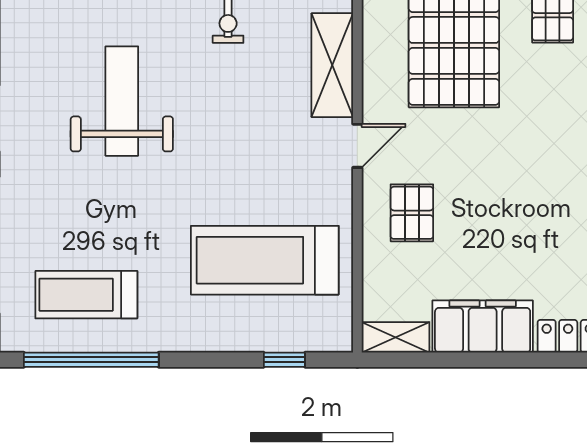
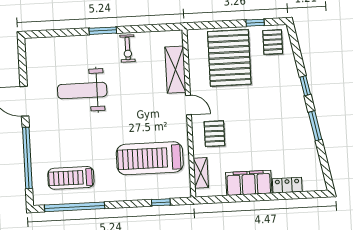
weight bench: (122, 101) -> (82, 91), turned -90
door: (357, 146) -> (188, 105), hinge flipped
shelving: (396, 337) -> (201, 173), moved, turned 90

